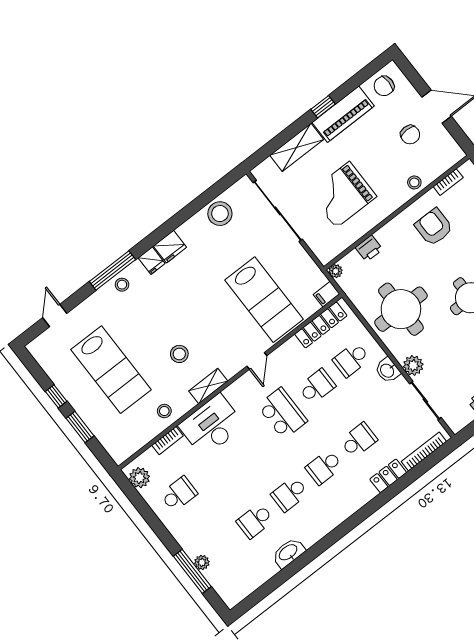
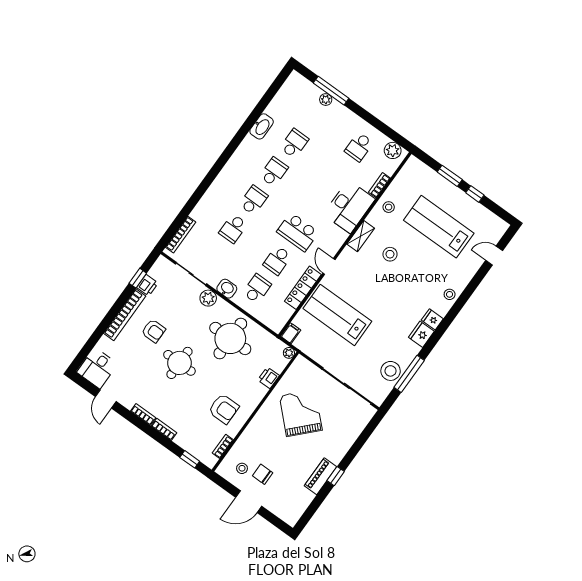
chair: (384, 86) -> (294, 506), removed
piano: (343, 114) -> (321, 476), width x0.73, depth x0.75
shelving: (297, 147) -> (347, 439), removed
stool: (414, 182) -> (242, 468), moved
grand piano: (343, 195) -> (301, 413), turned -46
window: (112, 271) -> (409, 374), moved
door: (55, 315) -> (494, 256), swing flipped
locker: (321, 325) -> (303, 288), moved
locker: (388, 476) -> (202, 208), removed

